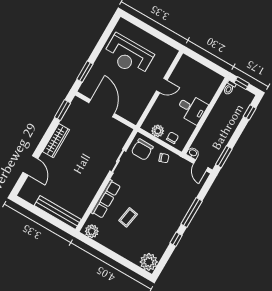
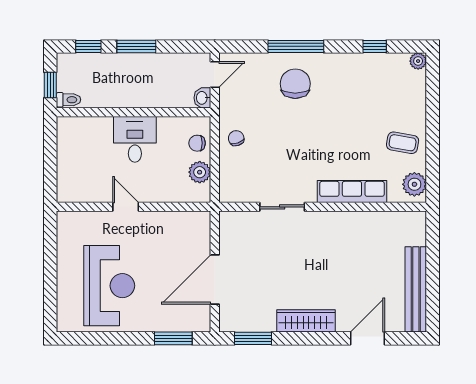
chair: (142, 150) -> (295, 84), moved, turned -90
window: (224, 157) -> (136, 46), moved
bench: (58, 212) -> (416, 289), moved
coffee table: (128, 217) -> (403, 143), moved
window: (176, 239) -> (375, 46), moved
plant: (149, 262) -> (418, 61), width x0.53, depth x0.53

